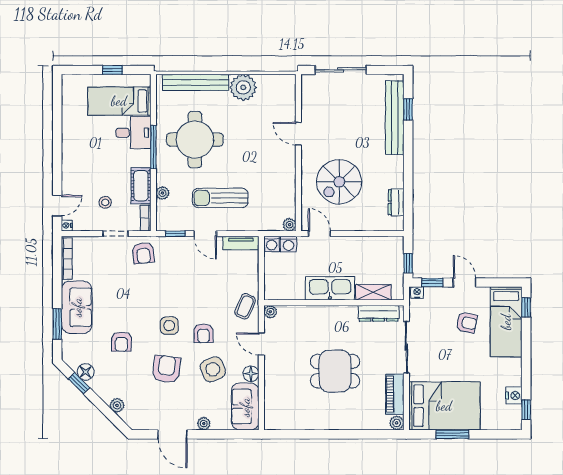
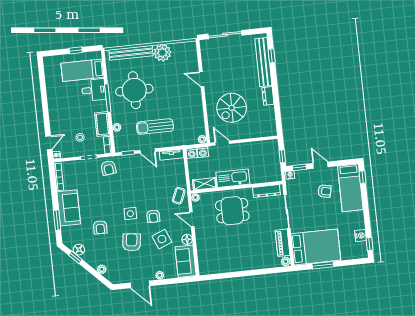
dresser: (396, 202) -> (268, 96), moved
shelving: (373, 292) -> (205, 184), moved
dining table: (335, 371) -> (232, 211), moved

